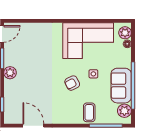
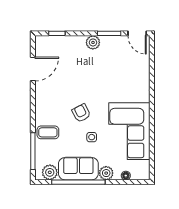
plant: (125, 33) -> (106, 173), moved

